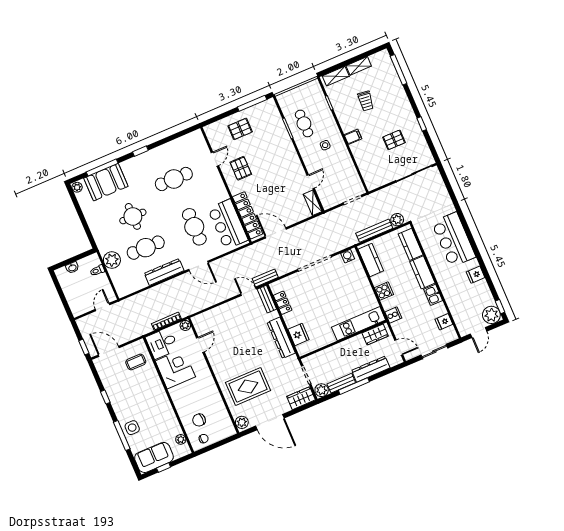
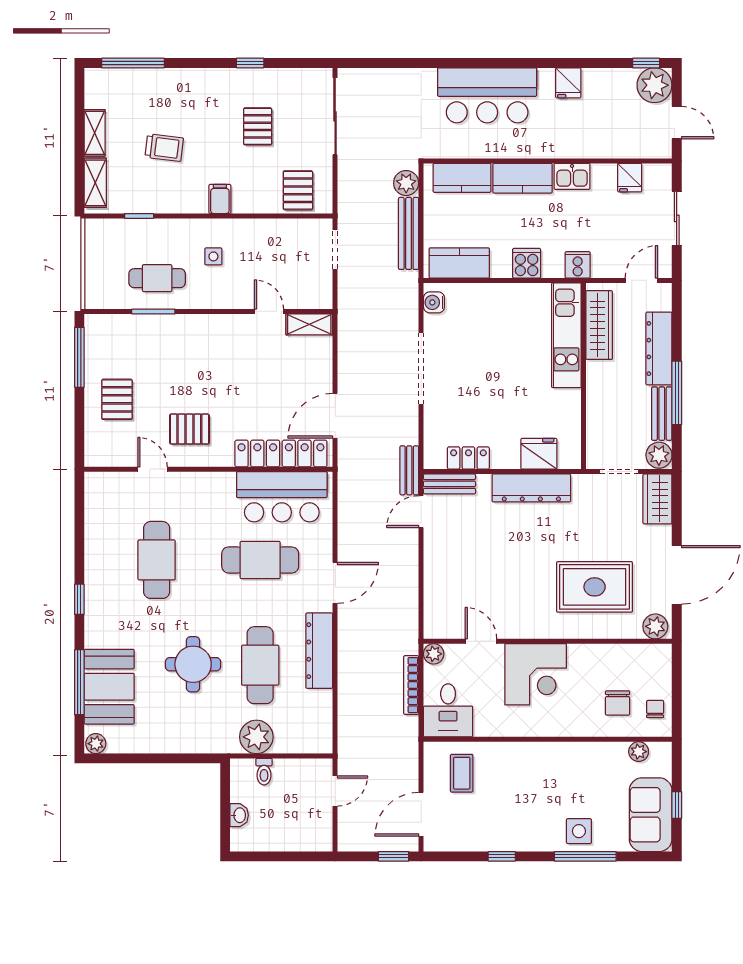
pallet: (372, 171) -> (298, 190), added
door: (102, 307) -> (335, 791), swing flipped
wardrobe: (375, 335) -> (599, 325), width x1.50
corner desk: (175, 369) -> (536, 674), moved, turned 180
rug: (248, 386) -> (595, 587), turned 90

